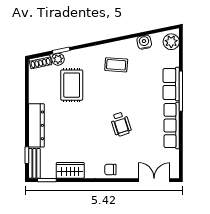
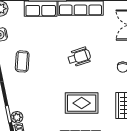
rug: (72, 85) -> (82, 103), moved

